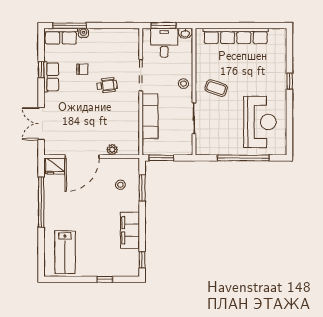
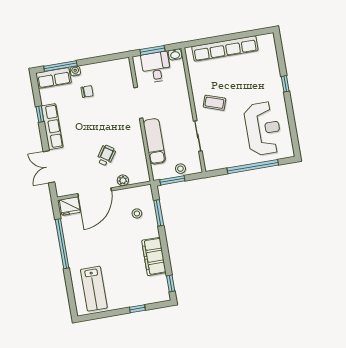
chair: (82, 69) -> (87, 91), moved
row of seats: (51, 77) -> (52, 127), width x1.48
stool: (184, 84) -> (180, 169), moved
wheelchair: (107, 85) -> (106, 155), moved, turned -50

